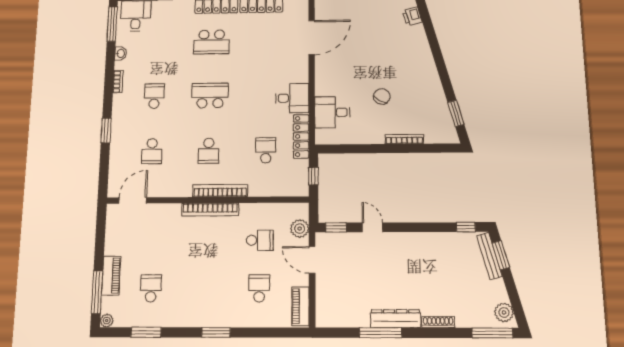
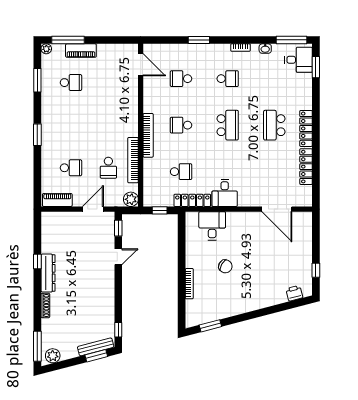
bookcase: (210, 210) -> (133, 160), moved
plant: (300, 229) -> (131, 199), moved
window: (381, 333) -> (37, 261), width x0.46

